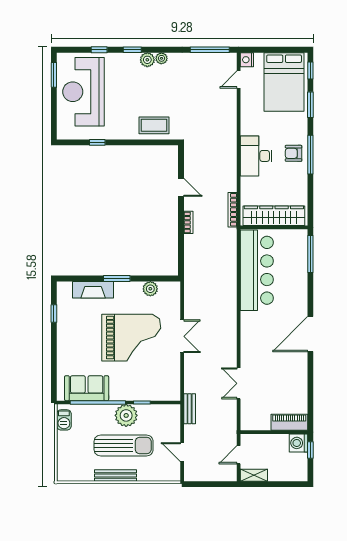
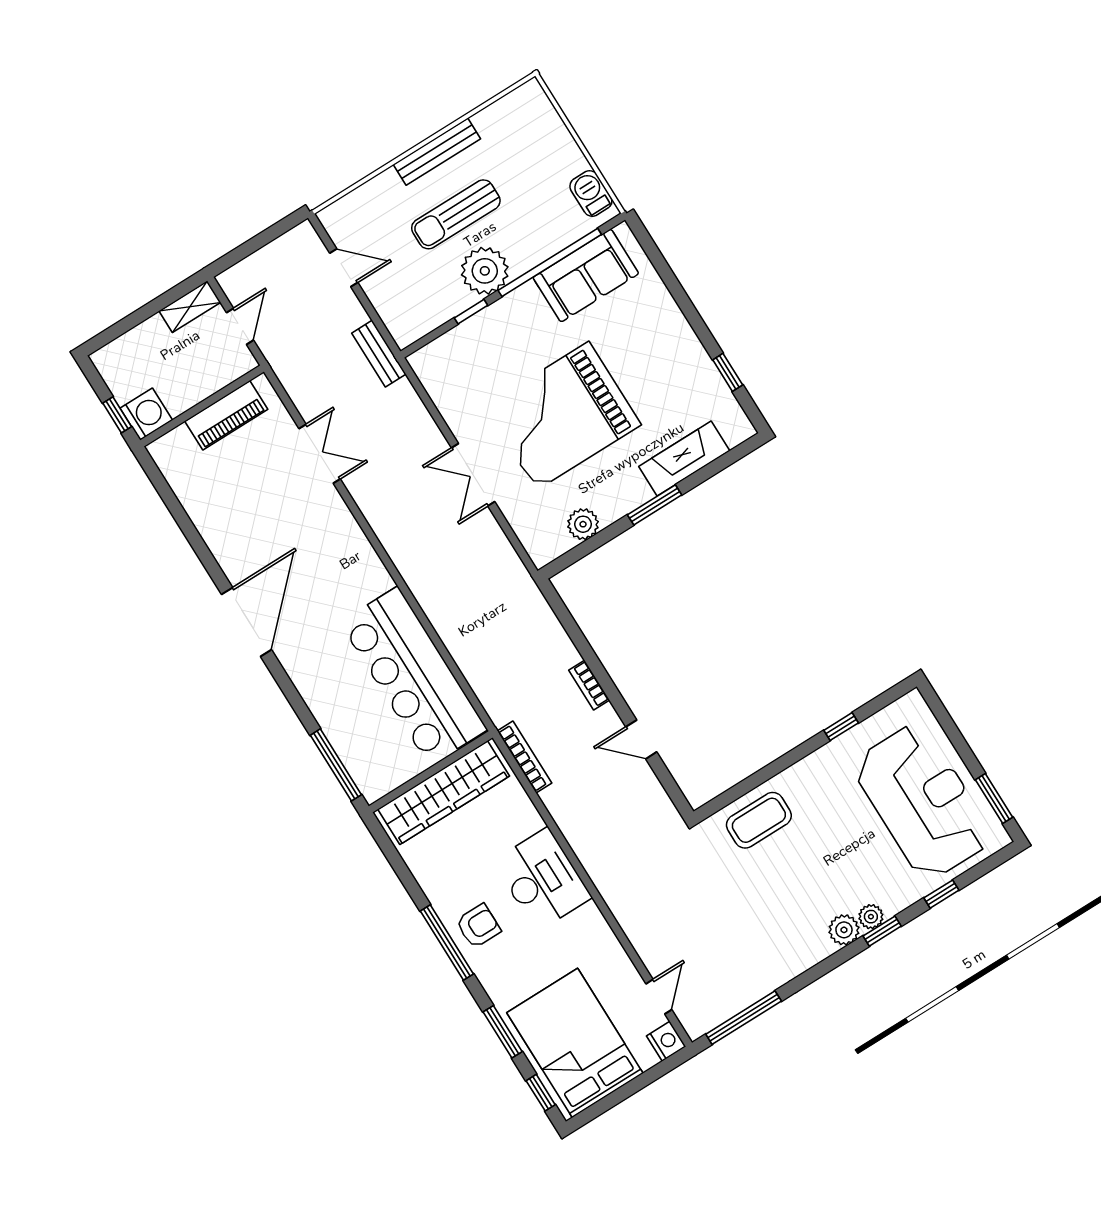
plant: (161, 58) -> (871, 917), moved
piano: (289, 422) -> (226, 415), moved
sun lounger: (124, 445) -> (456, 214), width x0.73, depth x0.75

